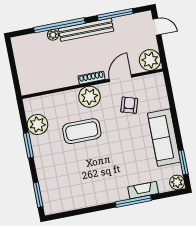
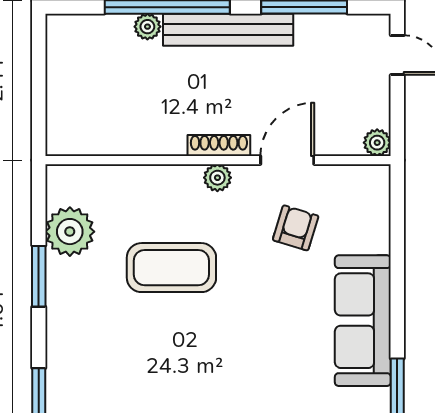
plant: (150, 60) -> (377, 143), width x0.53, depth x0.53
plant: (89, 97) -> (217, 178), width x0.53, depth x0.53

